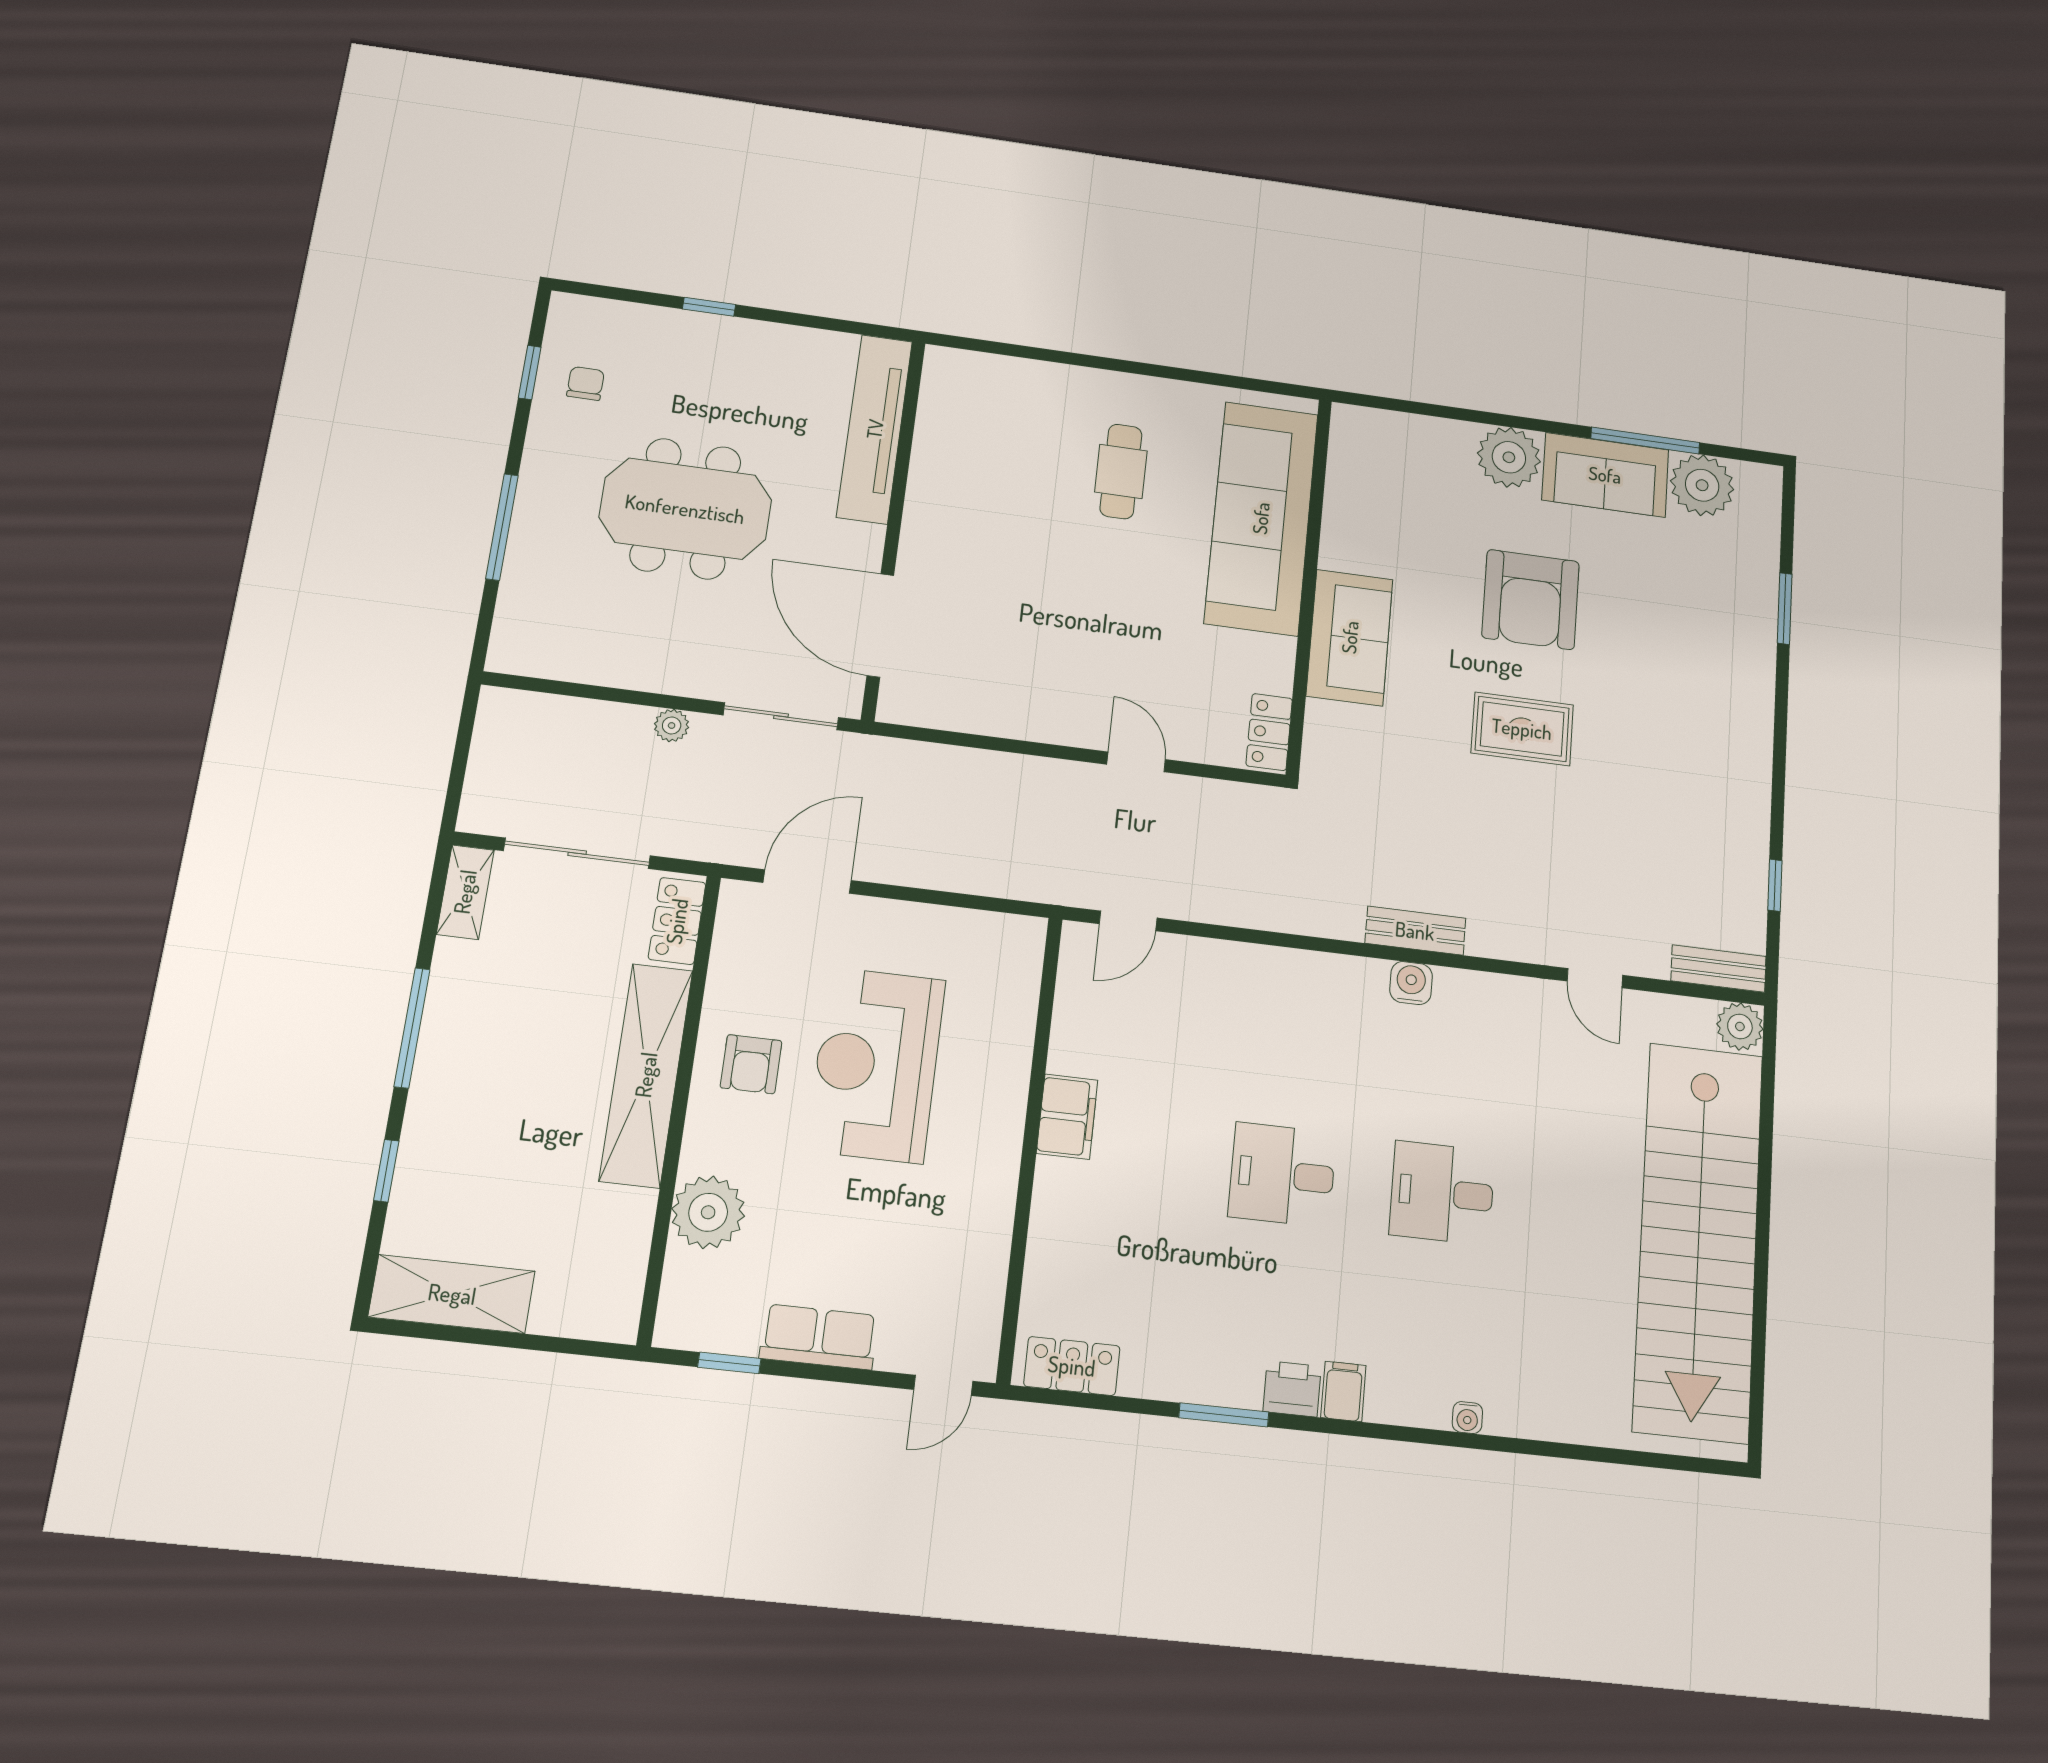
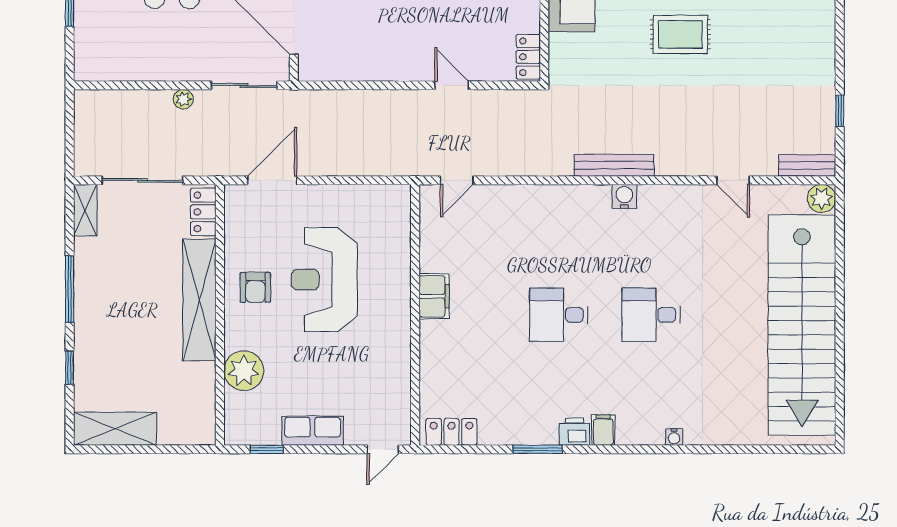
bench: (1415, 931) -> (614, 165), width x1.36

